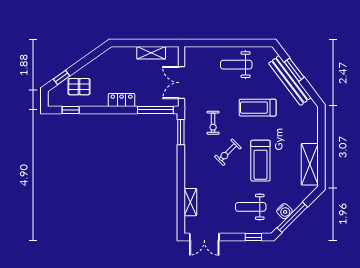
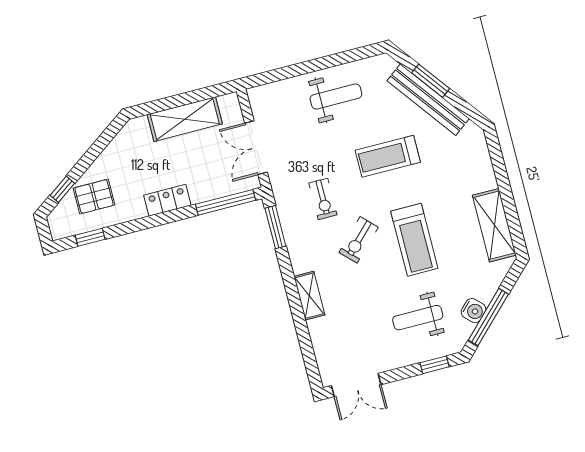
shelving: (151, 53) -> (185, 119), width x1.50, depth x1.33
weight bench: (236, 65) -> (336, 96), turned 180
shelving: (190, 202) -> (309, 296), moved

